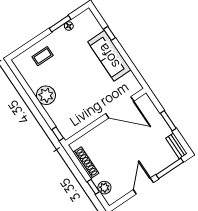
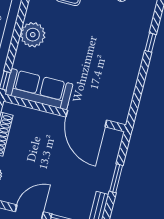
sofa: (109, 56) -> (39, 89), moved, turned 90

